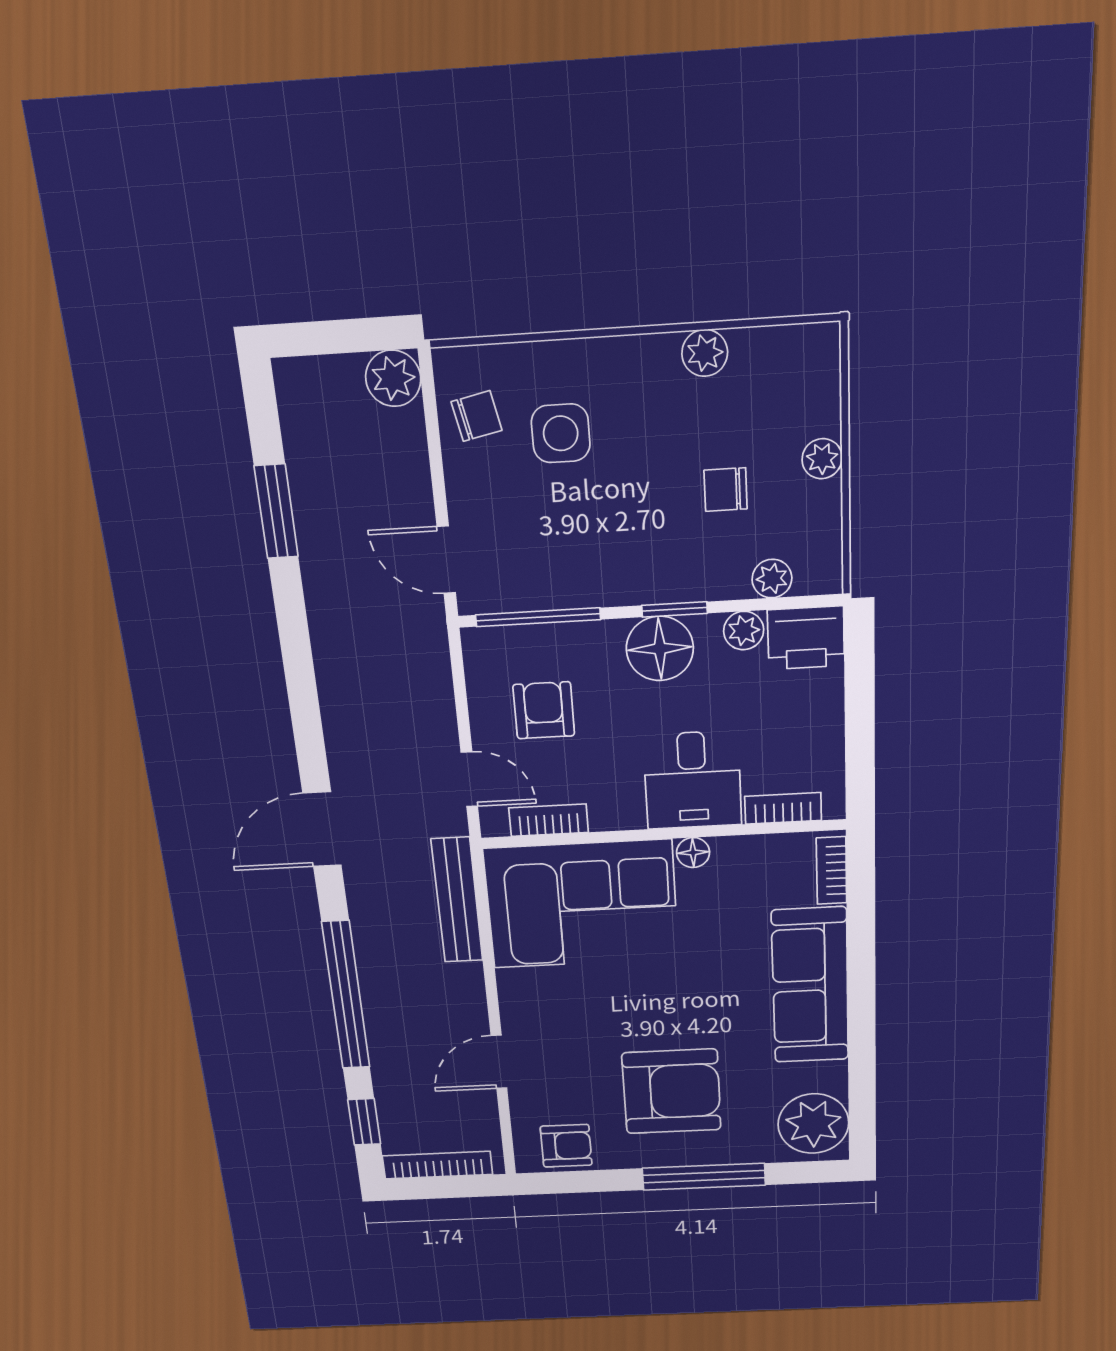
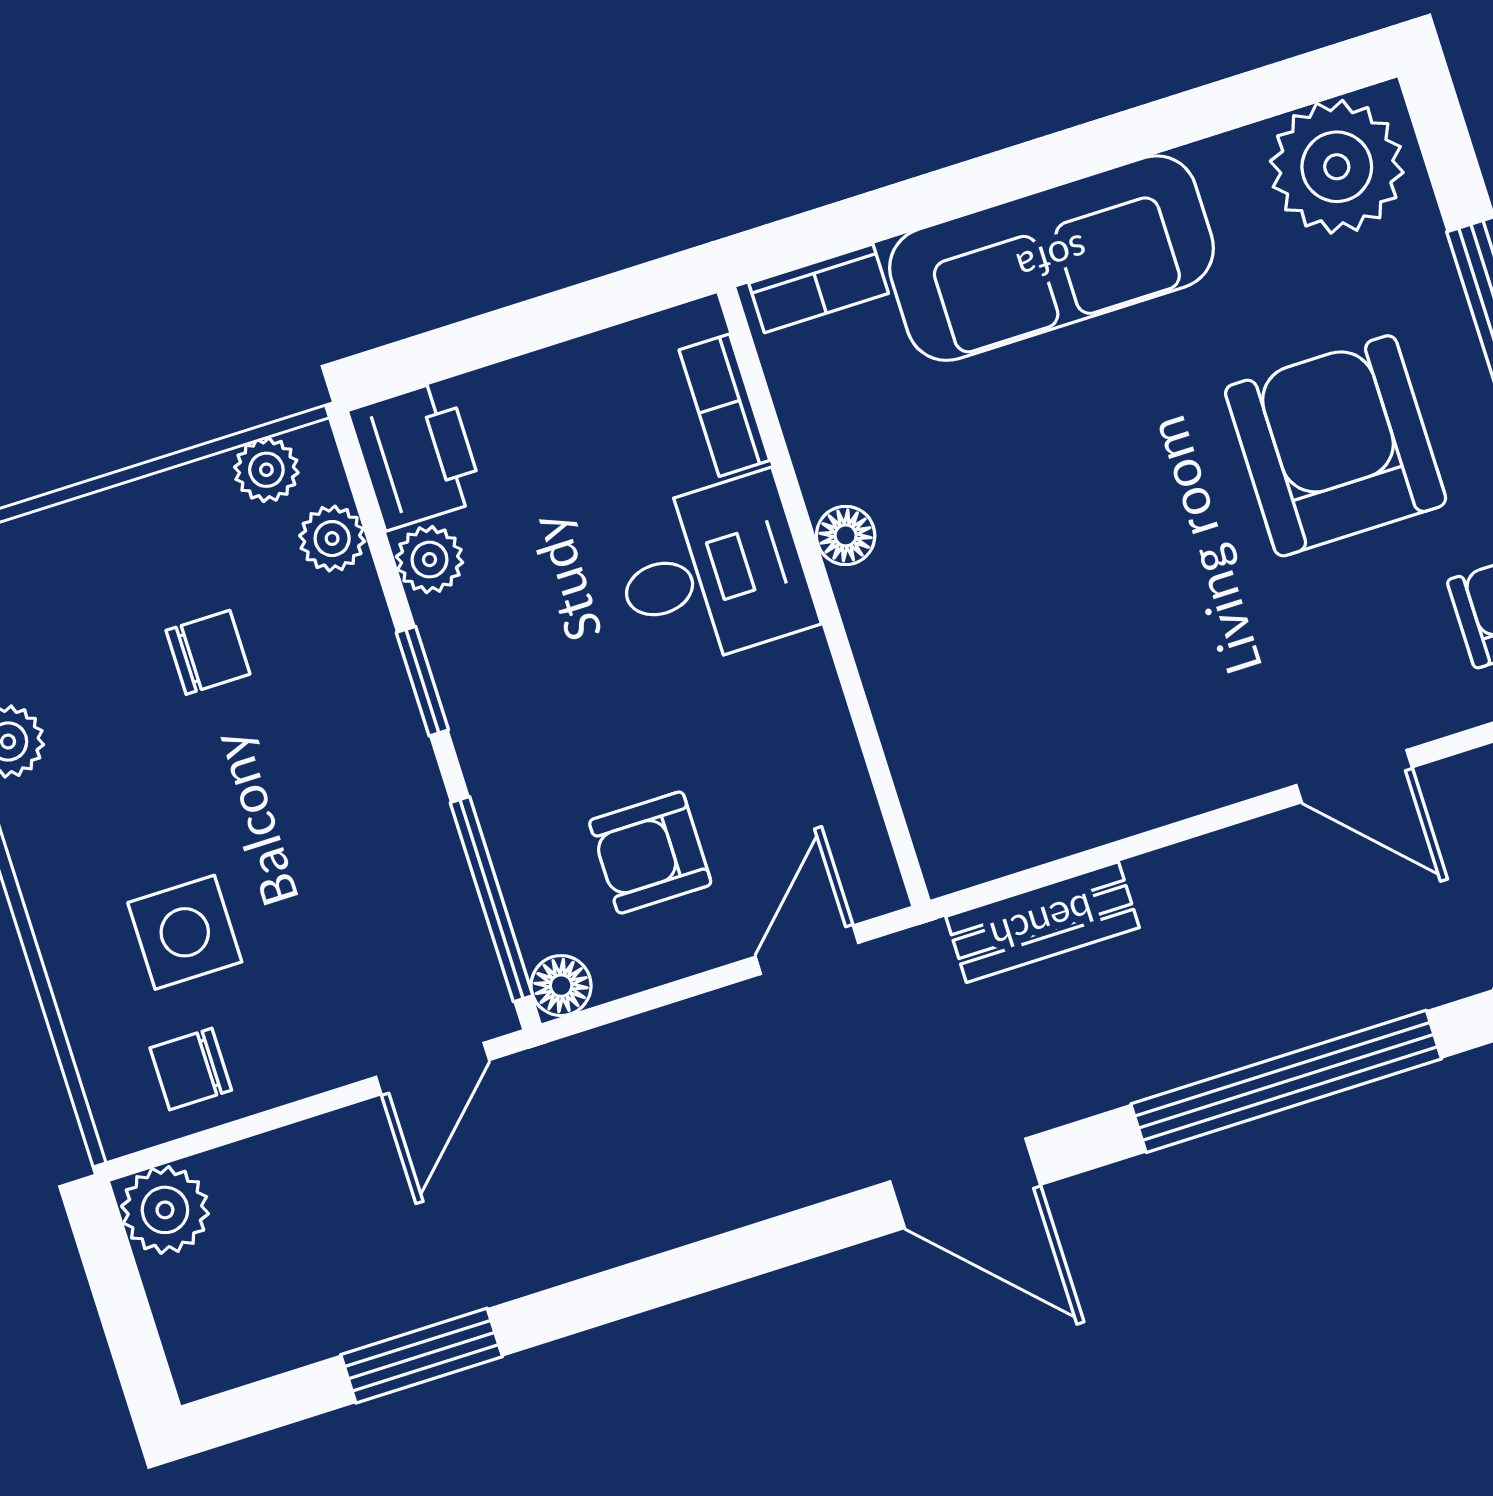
chair: (477, 416) -> (191, 1069), turned -78
plant: (822, 459) -> (266, 470), moved
chair: (726, 490) -> (208, 652), turned -90
floor lamp: (660, 649) -> (561, 986), moved, width x0.53, depth x0.53
bookcase: (549, 820) -> (848, 798), removed
bench: (457, 900) -> (1042, 922), width x0.73
corner sofa: (582, 904) -> (994, 703), removed

